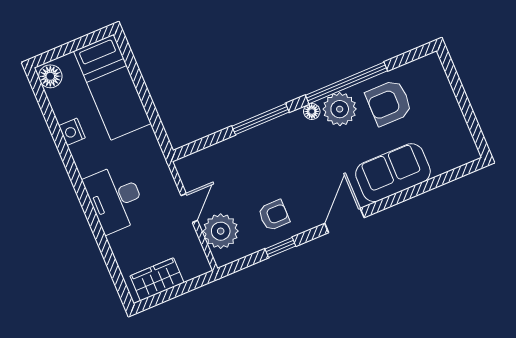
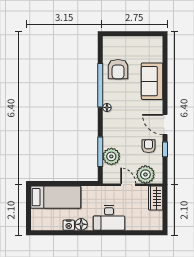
floor lamp: (50, 76) -> (81, 224), moved
plant: (340, 109) -> (111, 156), moved
window: (260, 119) -> (100, 152), moved
door: (344, 221) -> (165, 124), moved
wardrobe: (157, 279) -> (156, 198), moved

